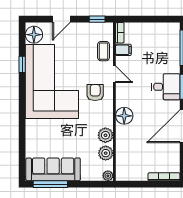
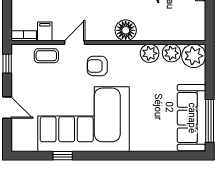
floor lamp: (34, 35) -> (26, 141), removed
plant: (108, 176) -> (194, 56), width x1.88, depth x1.88

